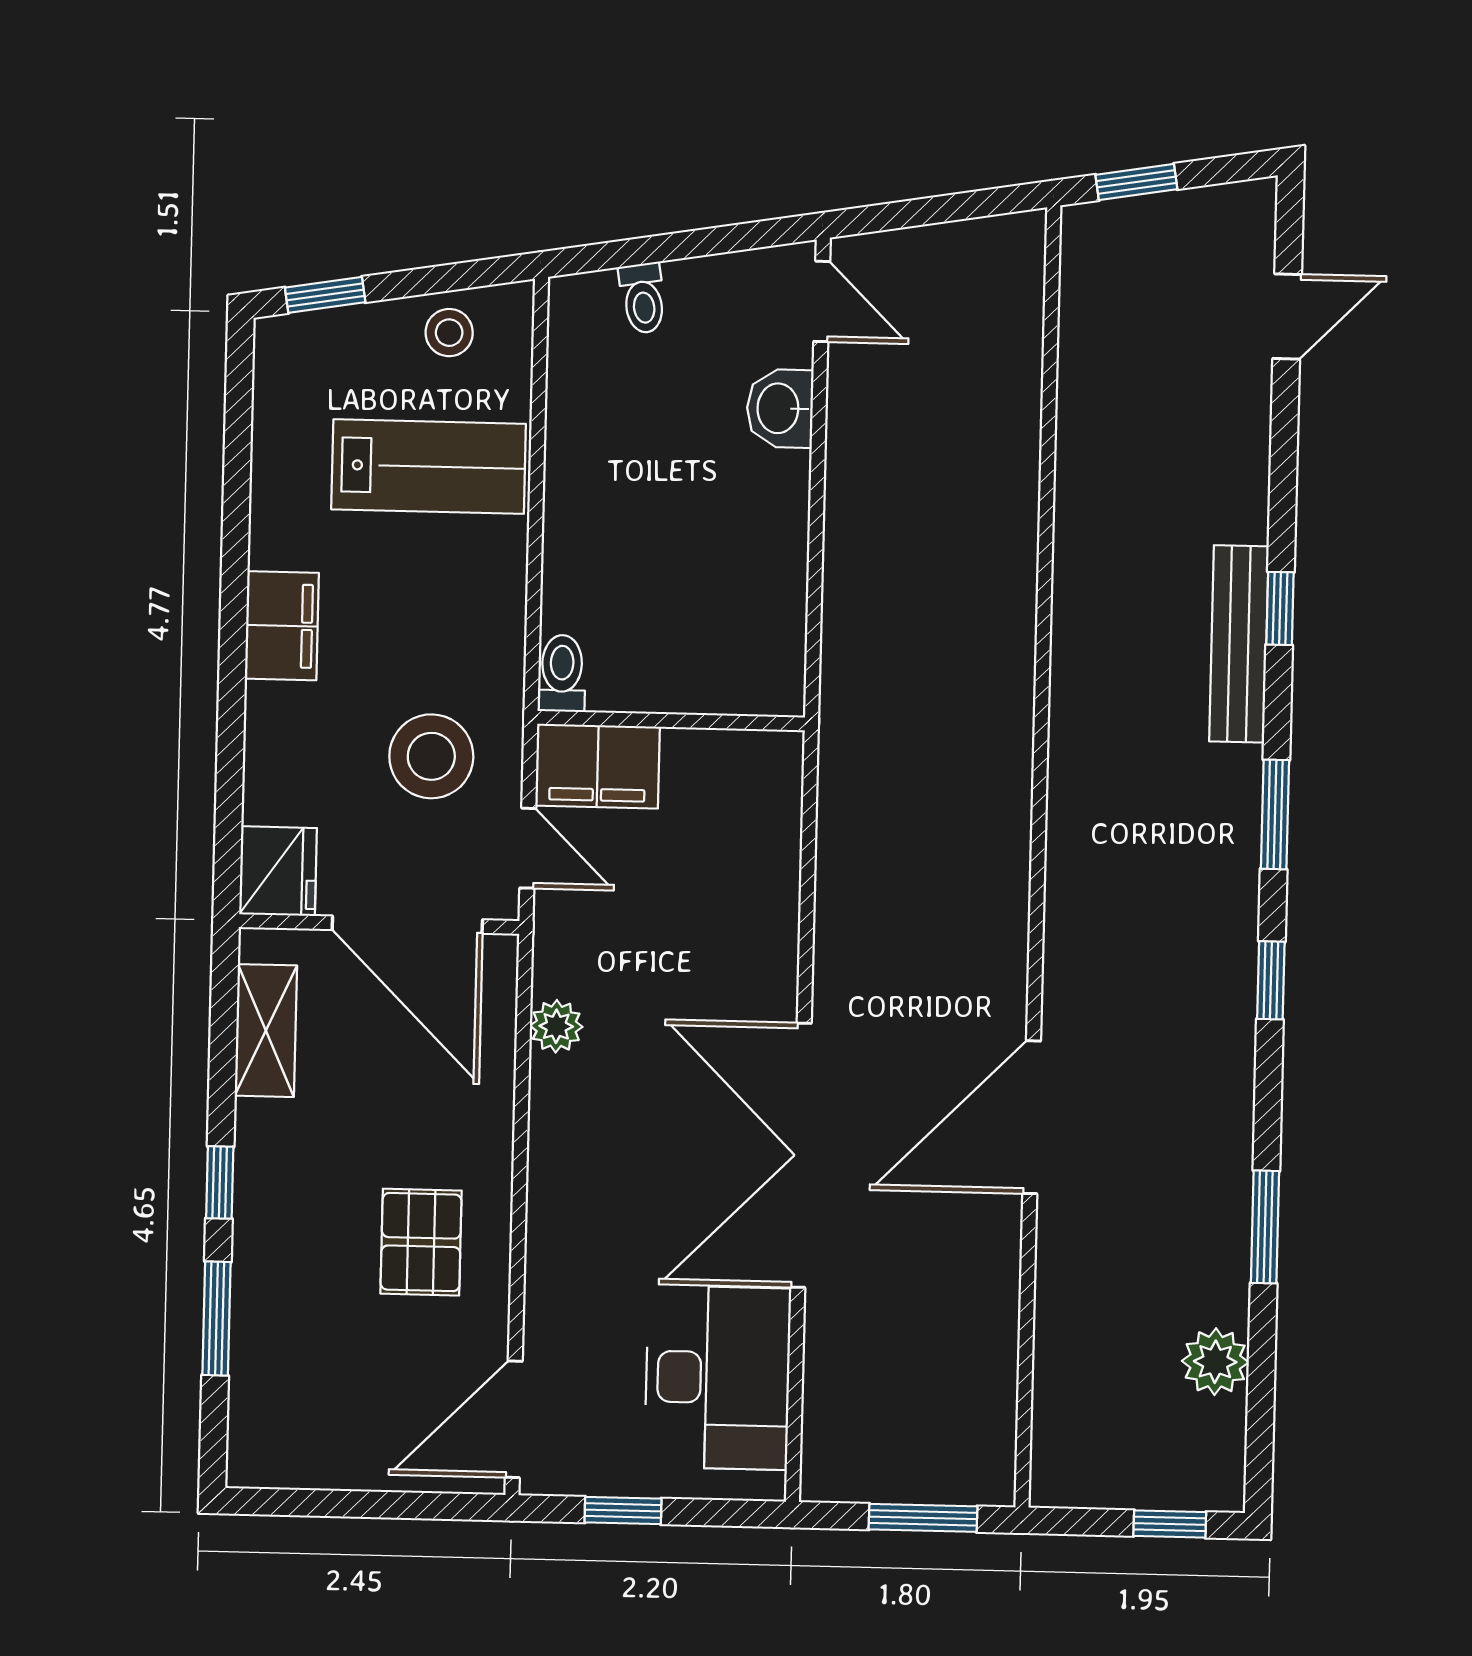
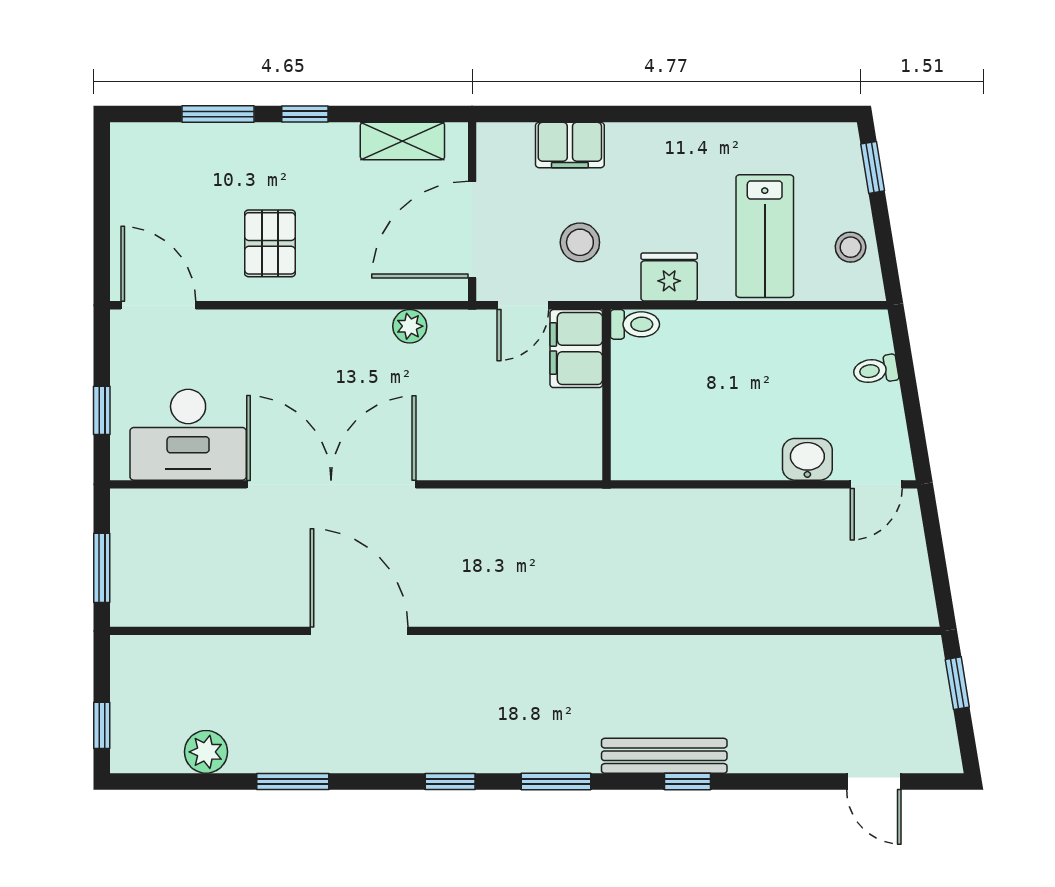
filing cabinet: (282, 626) -> (570, 145), moved
stool: (431, 756) -> (580, 242), width x0.73, depth x0.73
fridge: (278, 871) -> (669, 277), moved, turned 180
pallet: (421, 1242) -> (270, 243), turned 90
window: (623, 1511) -> (102, 410), moved

